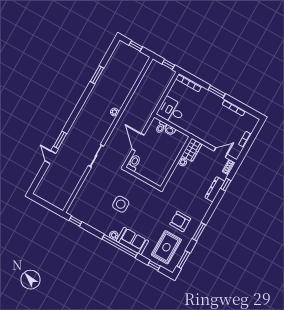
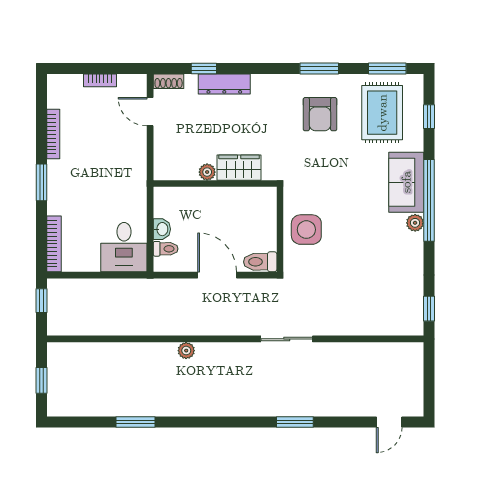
door: (138, 142) -> (217, 275), swing flipped
wardrobe: (192, 150) -> (239, 168), moved
door: (50, 157) -> (389, 422), moved
side table: (121, 204) -> (306, 230), moved
rug: (166, 247) -> (382, 113), turned 90

